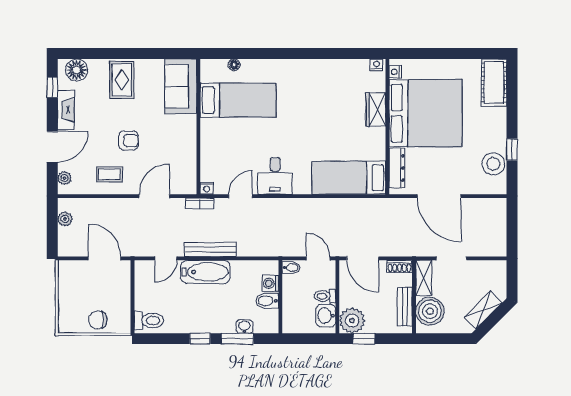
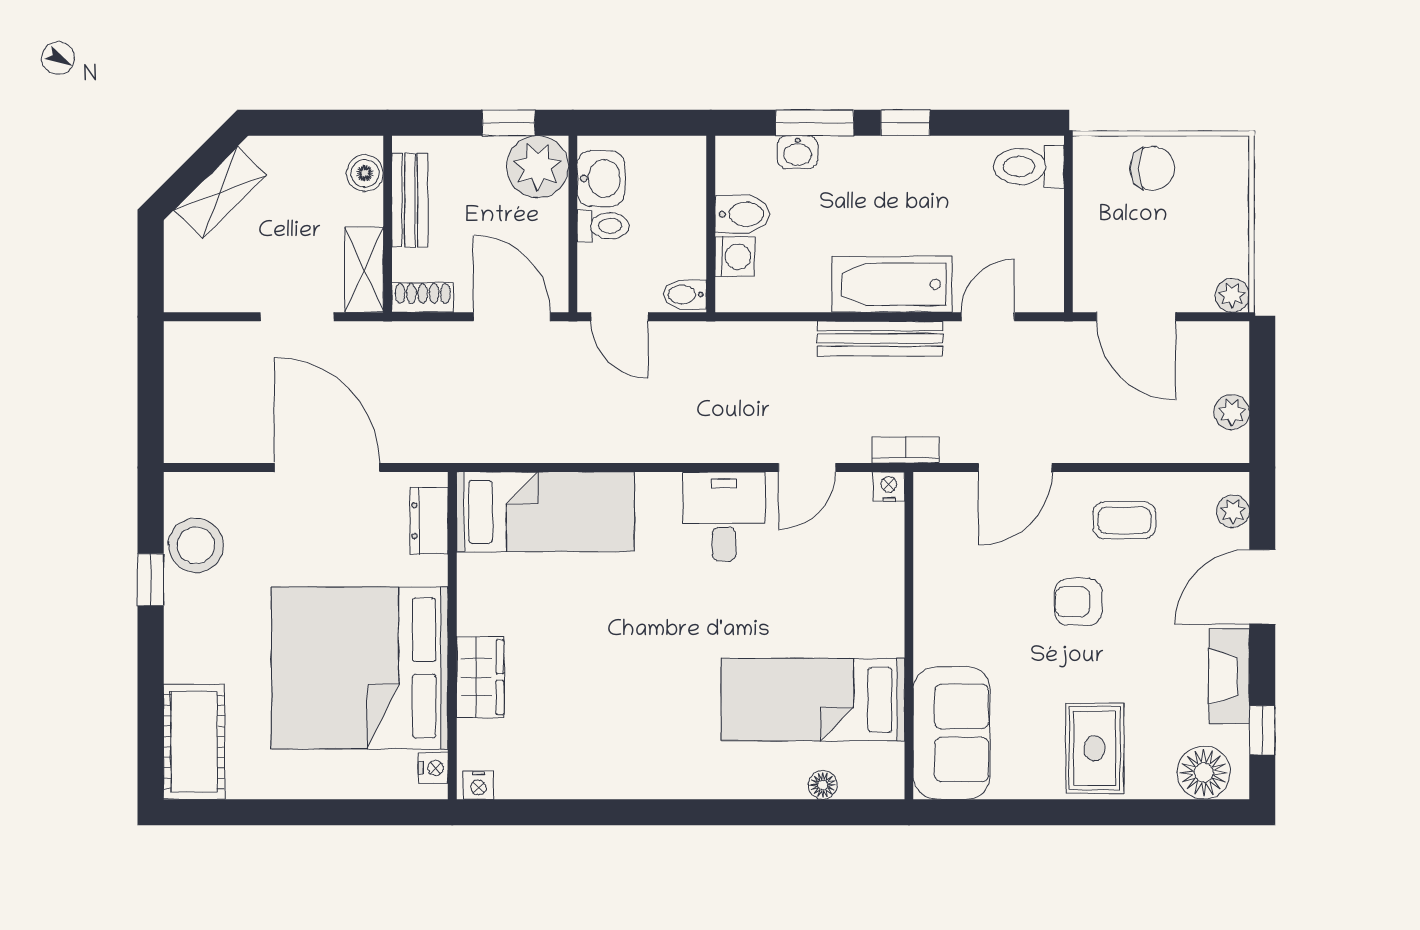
dresser: (397, 168) -> (429, 521), width x0.70
plant: (65, 267) -> (1232, 295), added
boiler: (430, 311) -> (365, 173), width x0.54, depth x0.54

